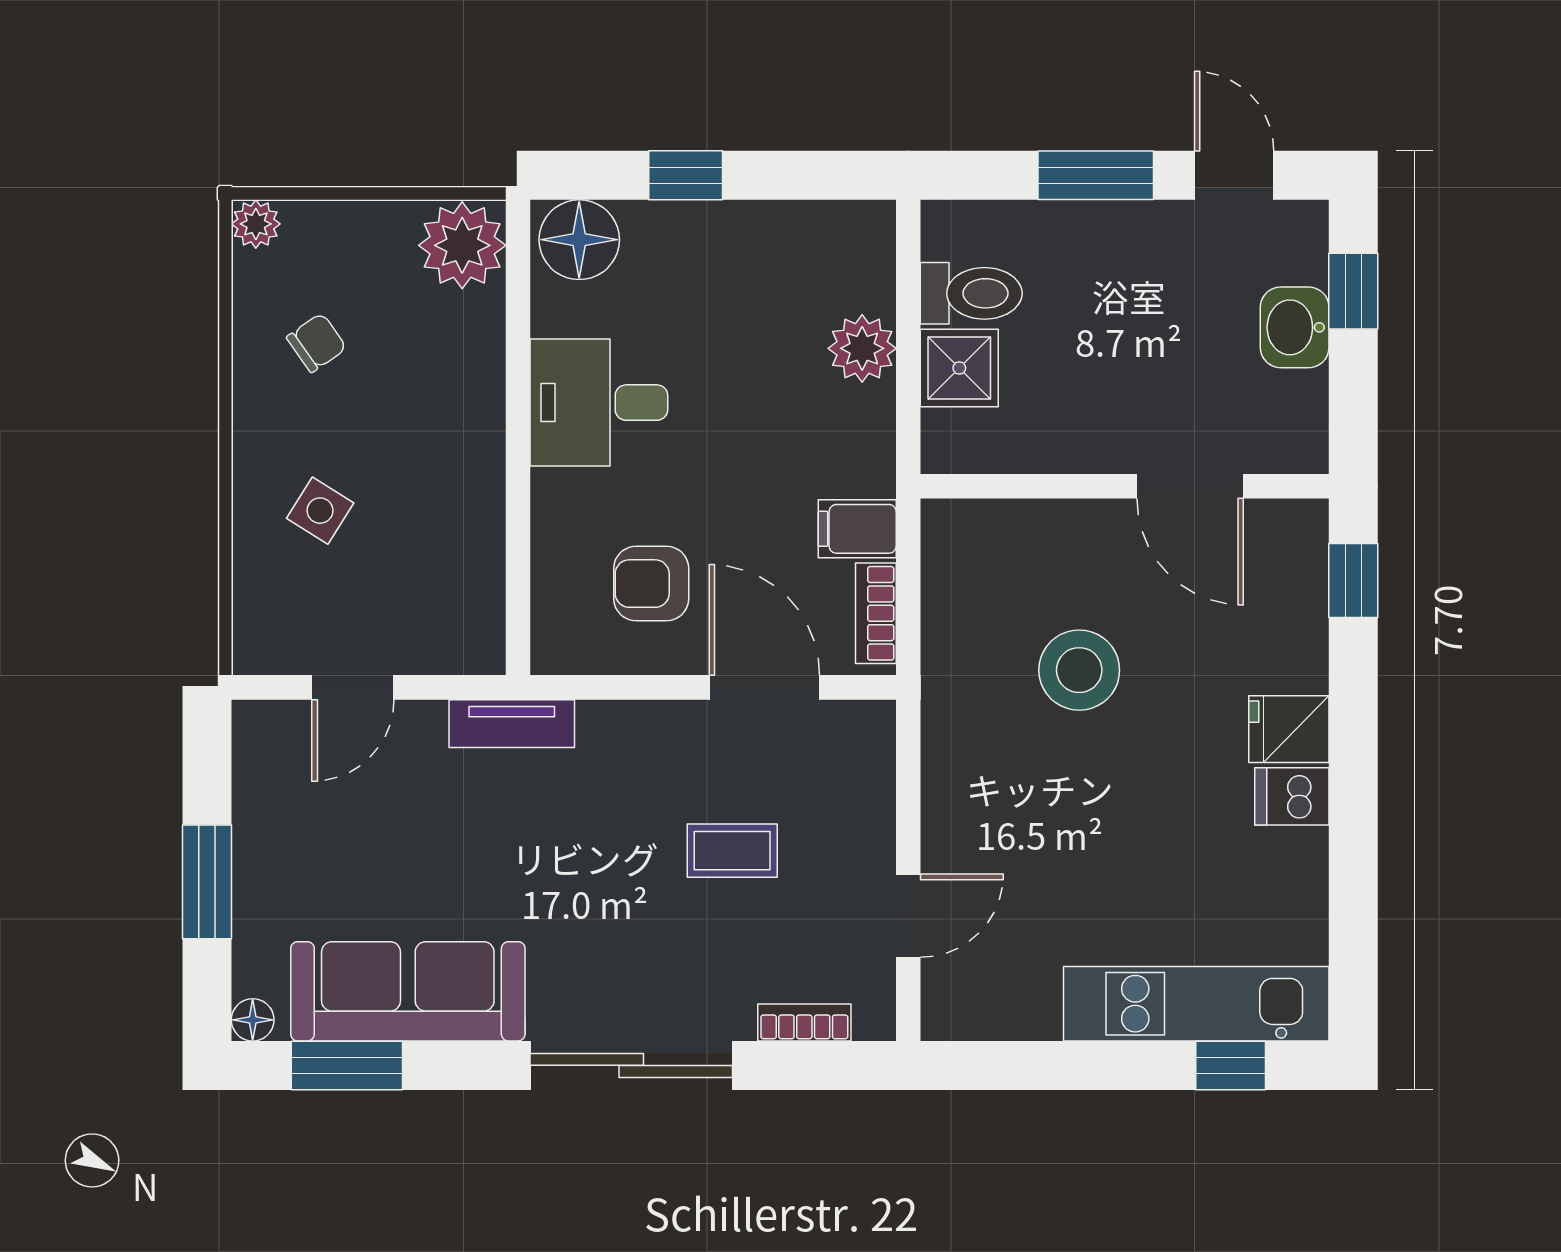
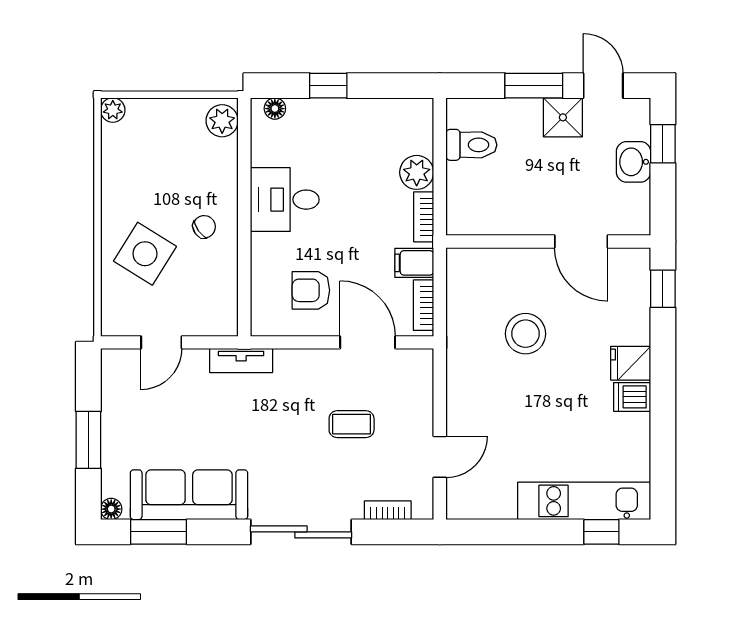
floor lamp: (579, 240) -> (275, 109), width x0.53, depth x0.53
plant: (462, 245) -> (222, 121), width x0.73, depth x0.73
chair: (317, 343) -> (204, 227), moved
shower: (959, 368) -> (563, 117), moved
bookcase: (876, 437) -> (424, 217), added
side table: (320, 511) -> (145, 254), width x1.87, depth x1.87

